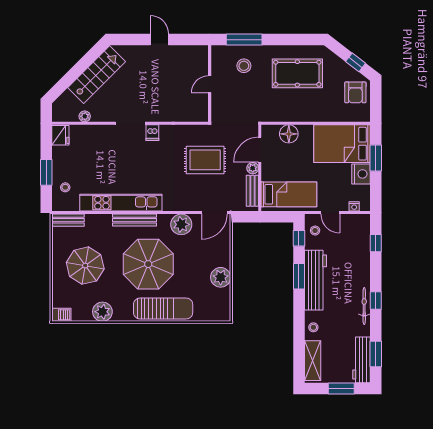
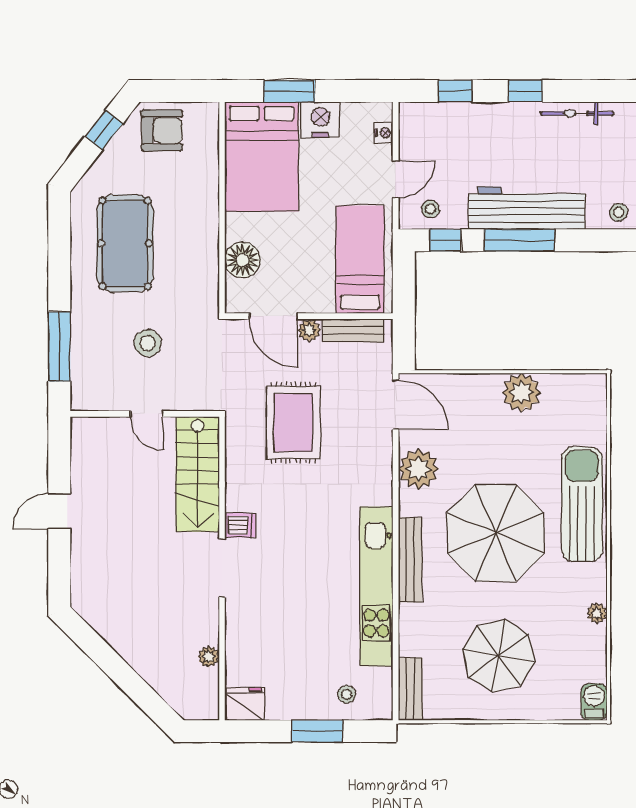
stool: (244, 66) -> (148, 343), moved
stairs: (97, 75) -> (198, 474), moved, turned -135
window: (299, 276) -> (519, 240), width x1.44
window: (376, 301) -> (525, 91), moved
plant: (102, 312) -> (597, 613), width x0.53, depth x0.53

